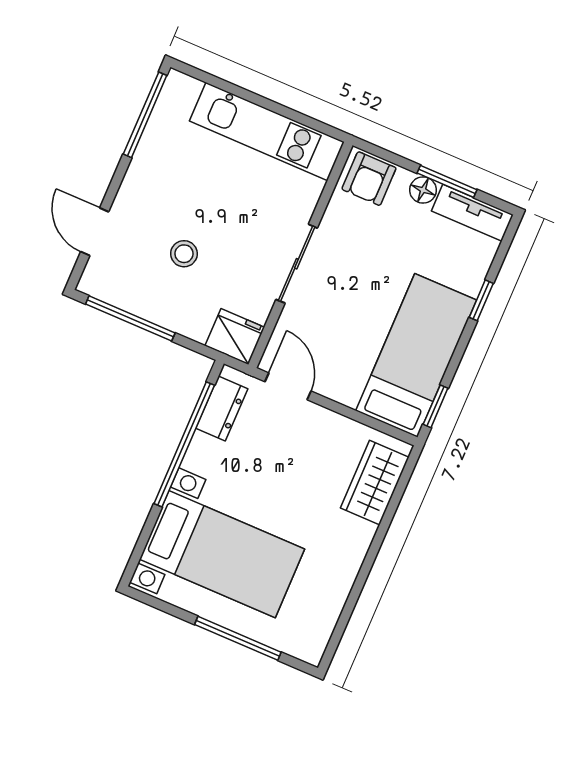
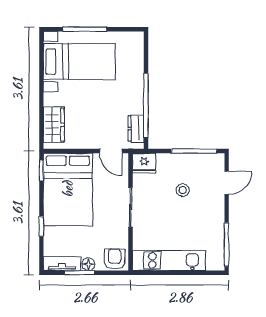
door: (95, 232) -> (227, 183), hinge flipped
bed: (416, 355) -> (68, 189), width x1.50
bed with nightstands: (222, 554) -> (79, 62), moved, turned 180

